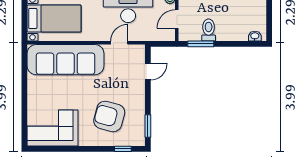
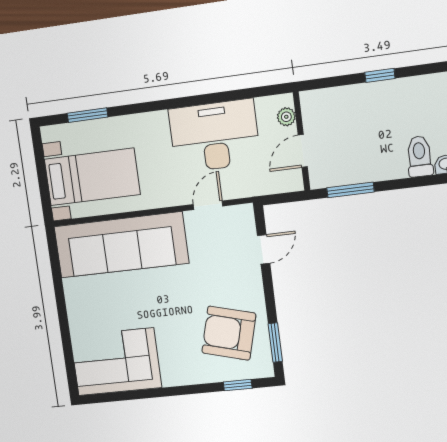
toilet: (209, 30) -> (420, 156), moved
armchair: (109, 116) -> (229, 333), moved

